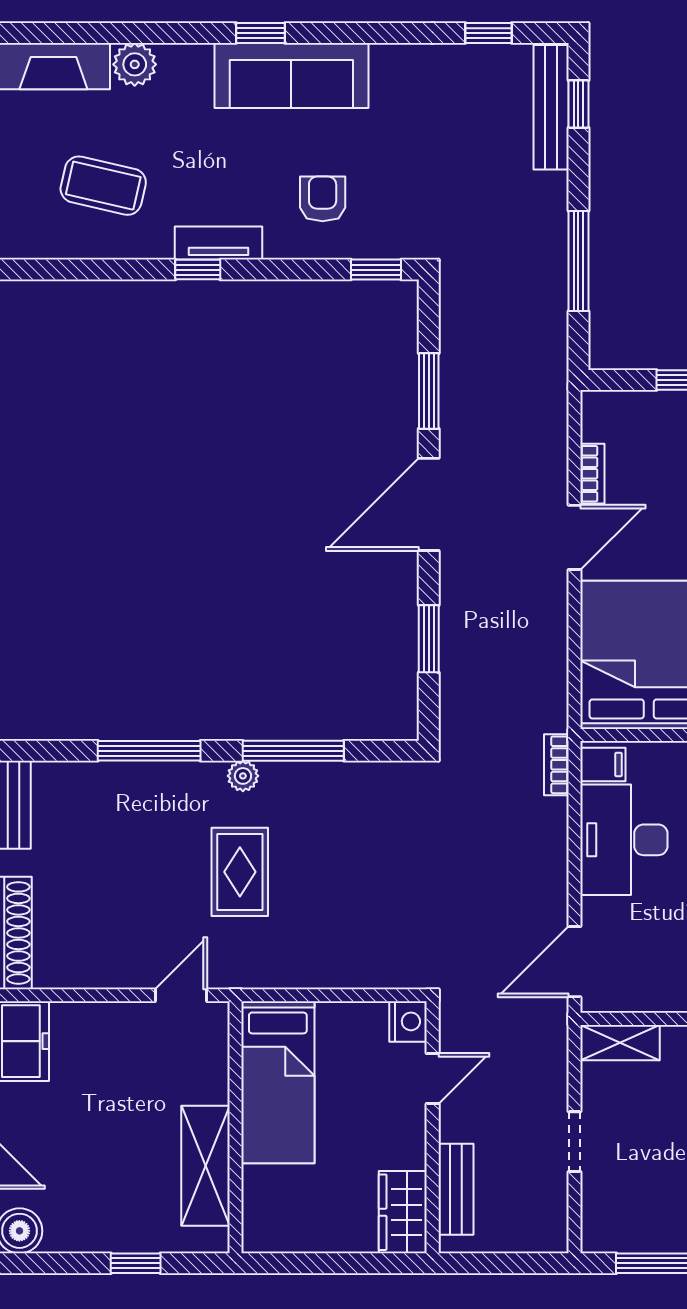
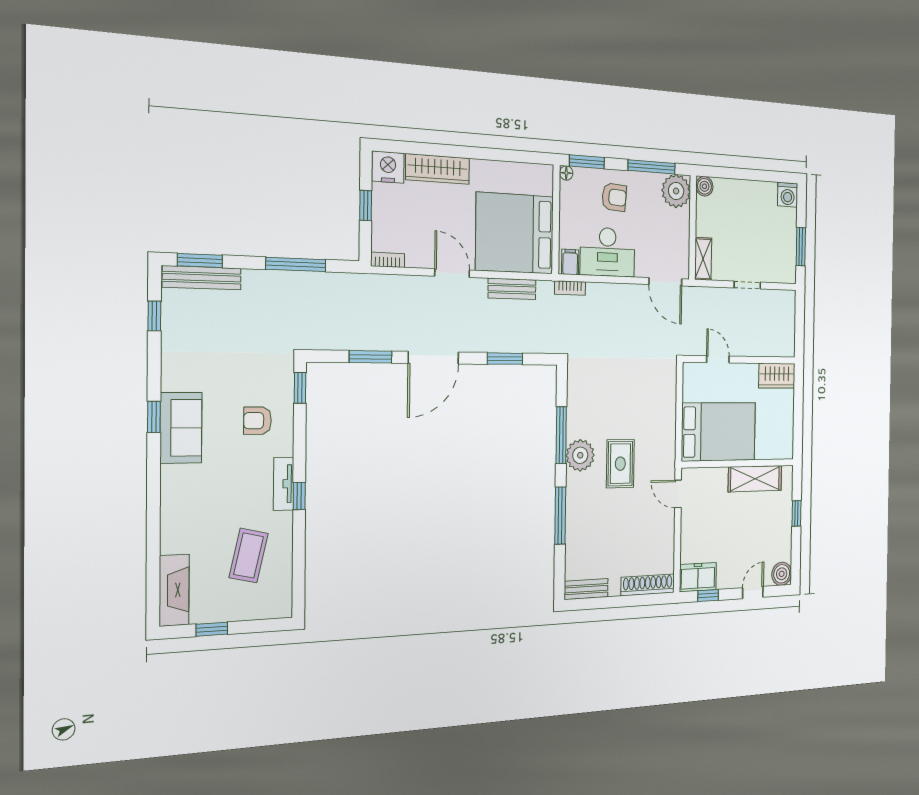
window: (261, 33) -> (154, 417), moved
plant: (135, 64) -> (173, 539), removed
sofa: (291, 76) -> (181, 428), width x0.73
window: (578, 104) -> (200, 260), width x1.50
bookcase: (592, 474) -> (388, 260), moved
door: (429, 504) -> (433, 358), hinge flipped
plant: (243, 776) -> (580, 455), width x1.88, depth x1.88
rug: (240, 872) -> (620, 464), turned 90
nightstand: (408, 1021) -> (692, 372), removed
bed: (278, 1082) -> (719, 432), width x1.50
bench: (456, 1189) -> (512, 289), moved

